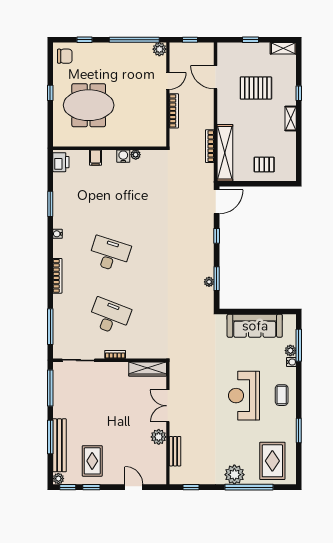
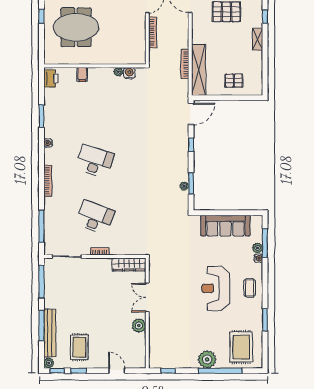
water cooler: (123, 156) -> (129, 73), moved
bench: (175, 451) -> (154, 338), removed

